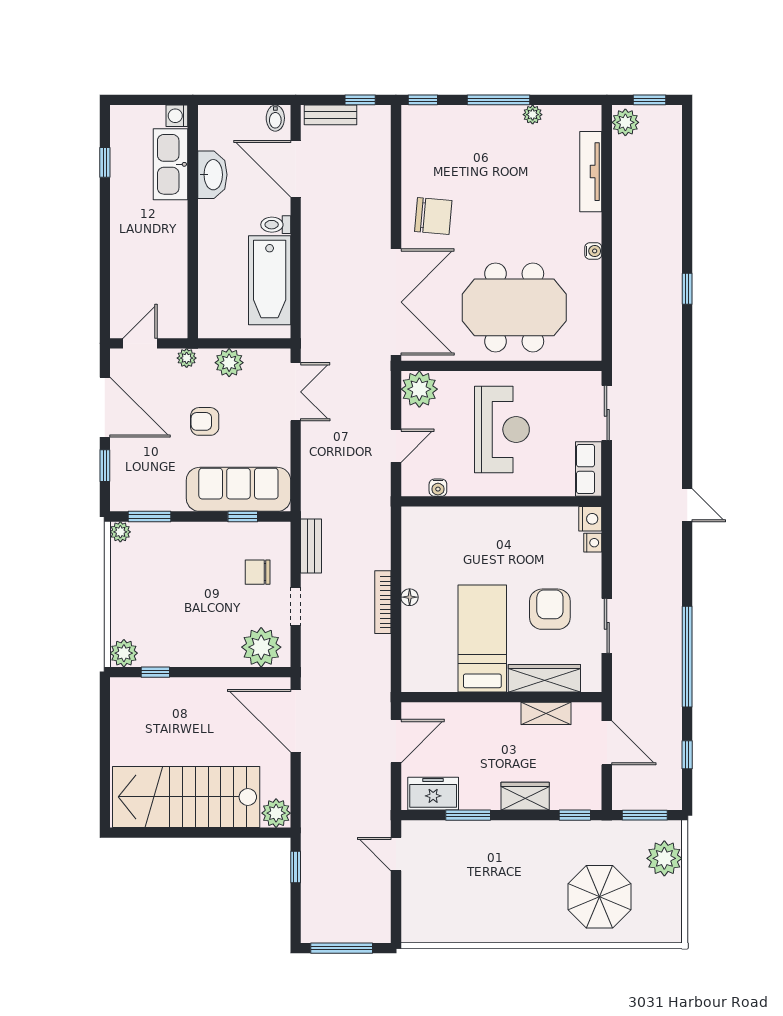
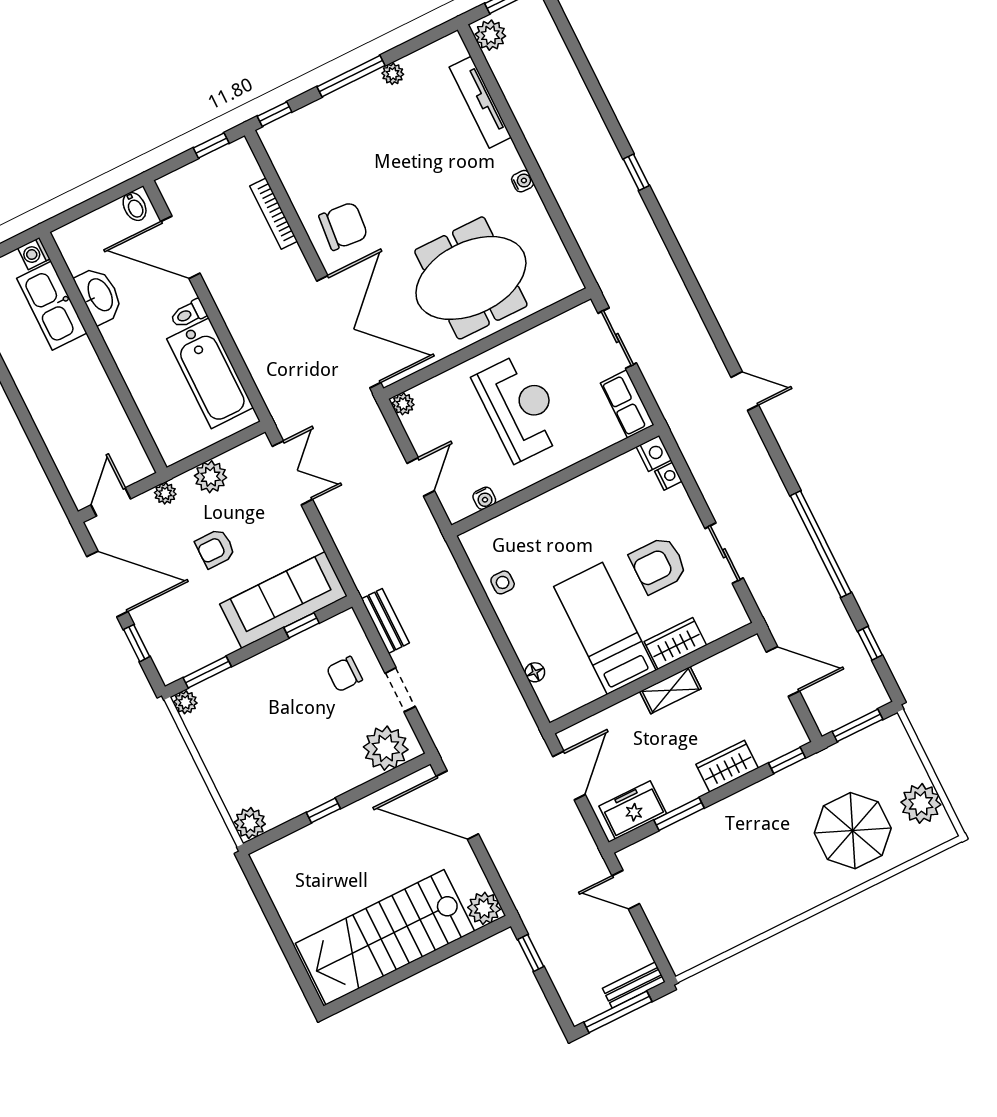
bench: (330, 115) -> (634, 985), moved
plant: (419, 389) -> (403, 404), width x0.53, depth x0.53
side table: (419, 562) -> (503, 582), added
floor lamp: (410, 597) -> (535, 672), moved
bookcase: (383, 602) -> (274, 214), moved
armchair: (550, 609) -> (658, 565), turned -90
window: (155, 672) -> (323, 810), moved
wardrobe: (544, 678) -> (675, 643), width x0.67
shelving: (546, 713) -> (670, 690), moved
plant: (664, 858) -> (921, 803), moved

